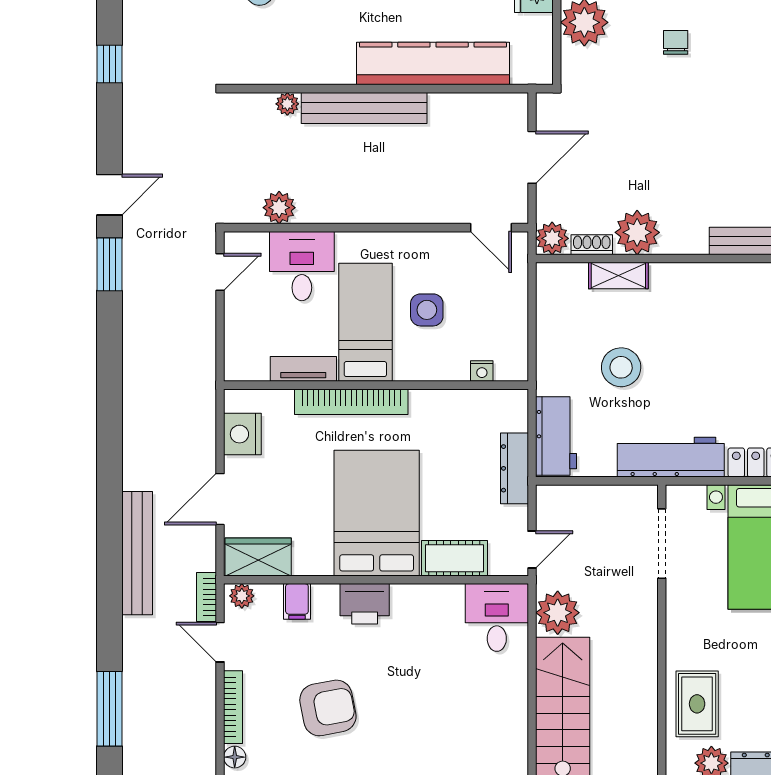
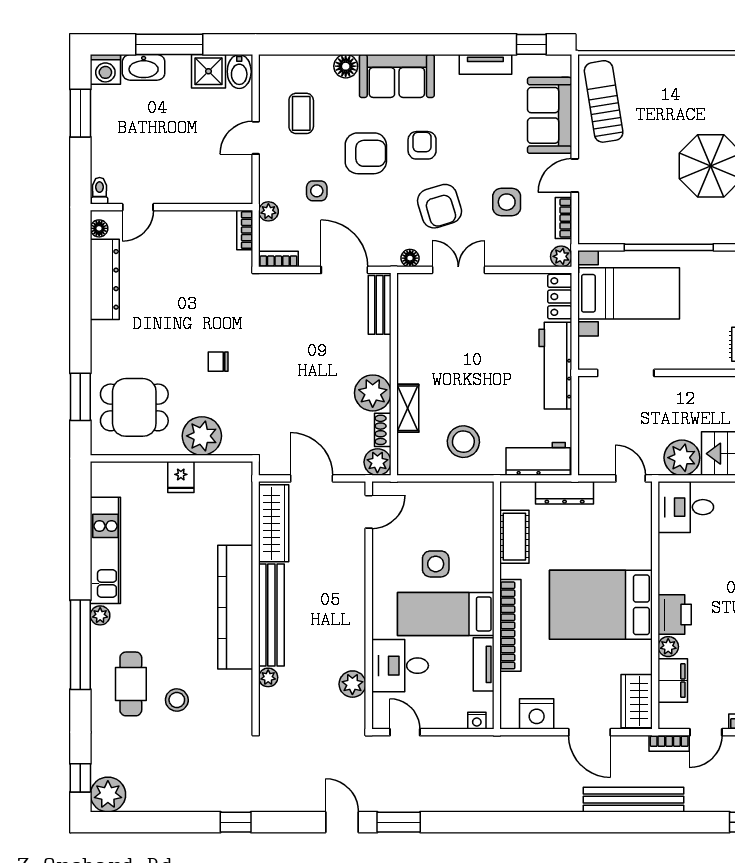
kitchen counter: (433, 63) -> (235, 607), moved
wardrobe: (477, 111) -> (274, 523), added
stool: (621, 367) -> (463, 442), moved
nightstand: (482, 371) -> (477, 721), moved, turned 90
cot: (454, 558) -> (514, 537), moved
plant: (242, 596) -> (668, 647), moved
filing cabinet: (297, 601) -> (673, 681), width x2.00

